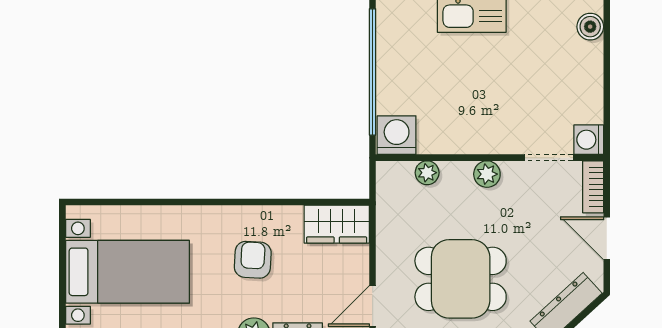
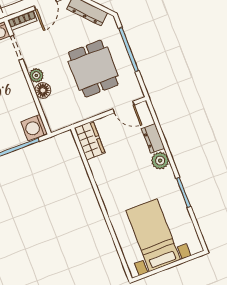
plant: (427, 173) -> (47, 105), removed
floor lamp: (456, 176) -> (43, 90), added
armchair: (253, 260) -> (123, 175), removed

